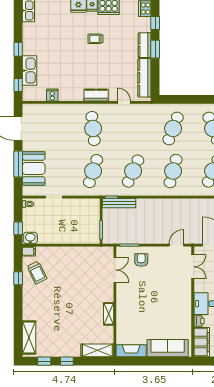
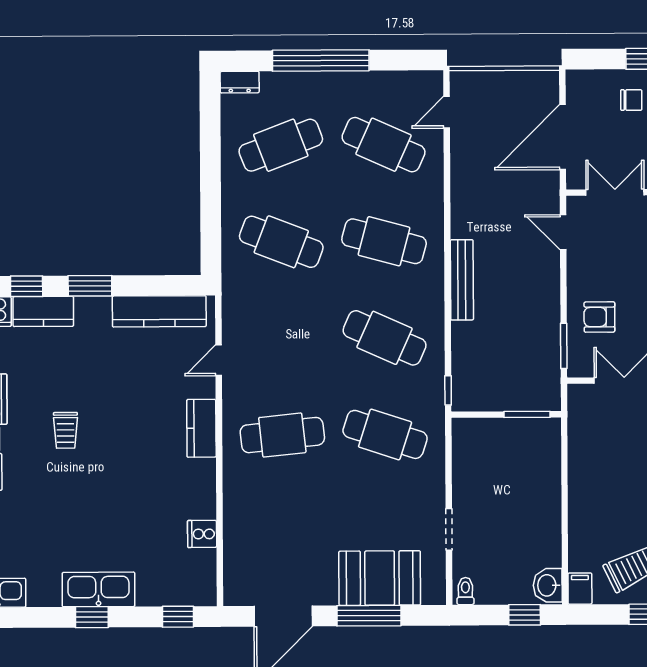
kitchen counter: (145, 45) -> (43, 311), moved
kitchen sink: (30, 71) -> (98, 589), moved
bench: (119, 203) -> (462, 280), moved

